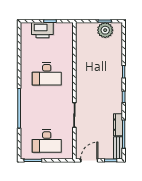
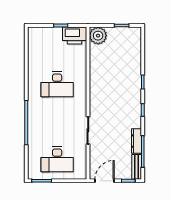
printer: (42, 30) -> (75, 36), moved
plant: (105, 30) -> (98, 36), moved

